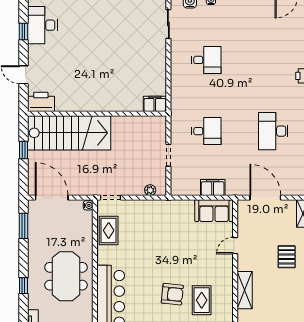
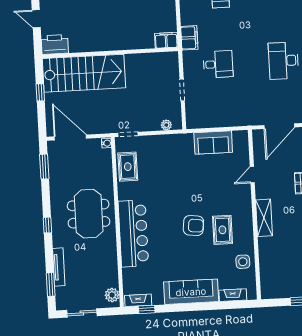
filing cabinet: (213, 187) -> (189, 38), moved, turned 90
door: (265, 198) -> (279, 126), swing flipped
sofa: (214, 211) -> (213, 143), moved

